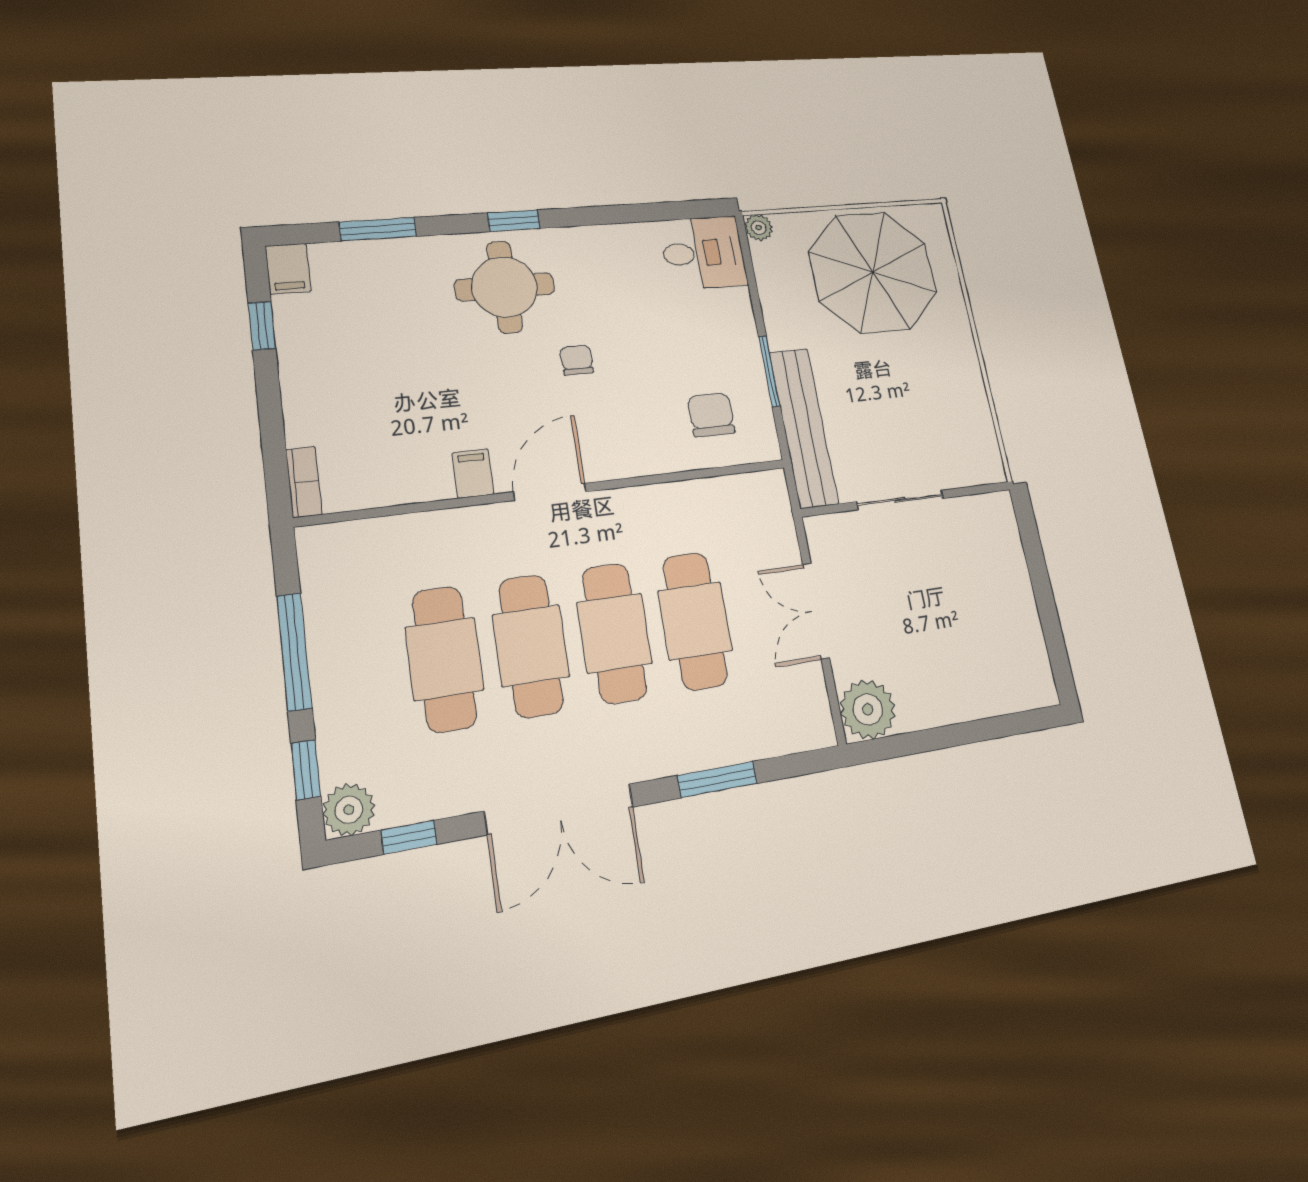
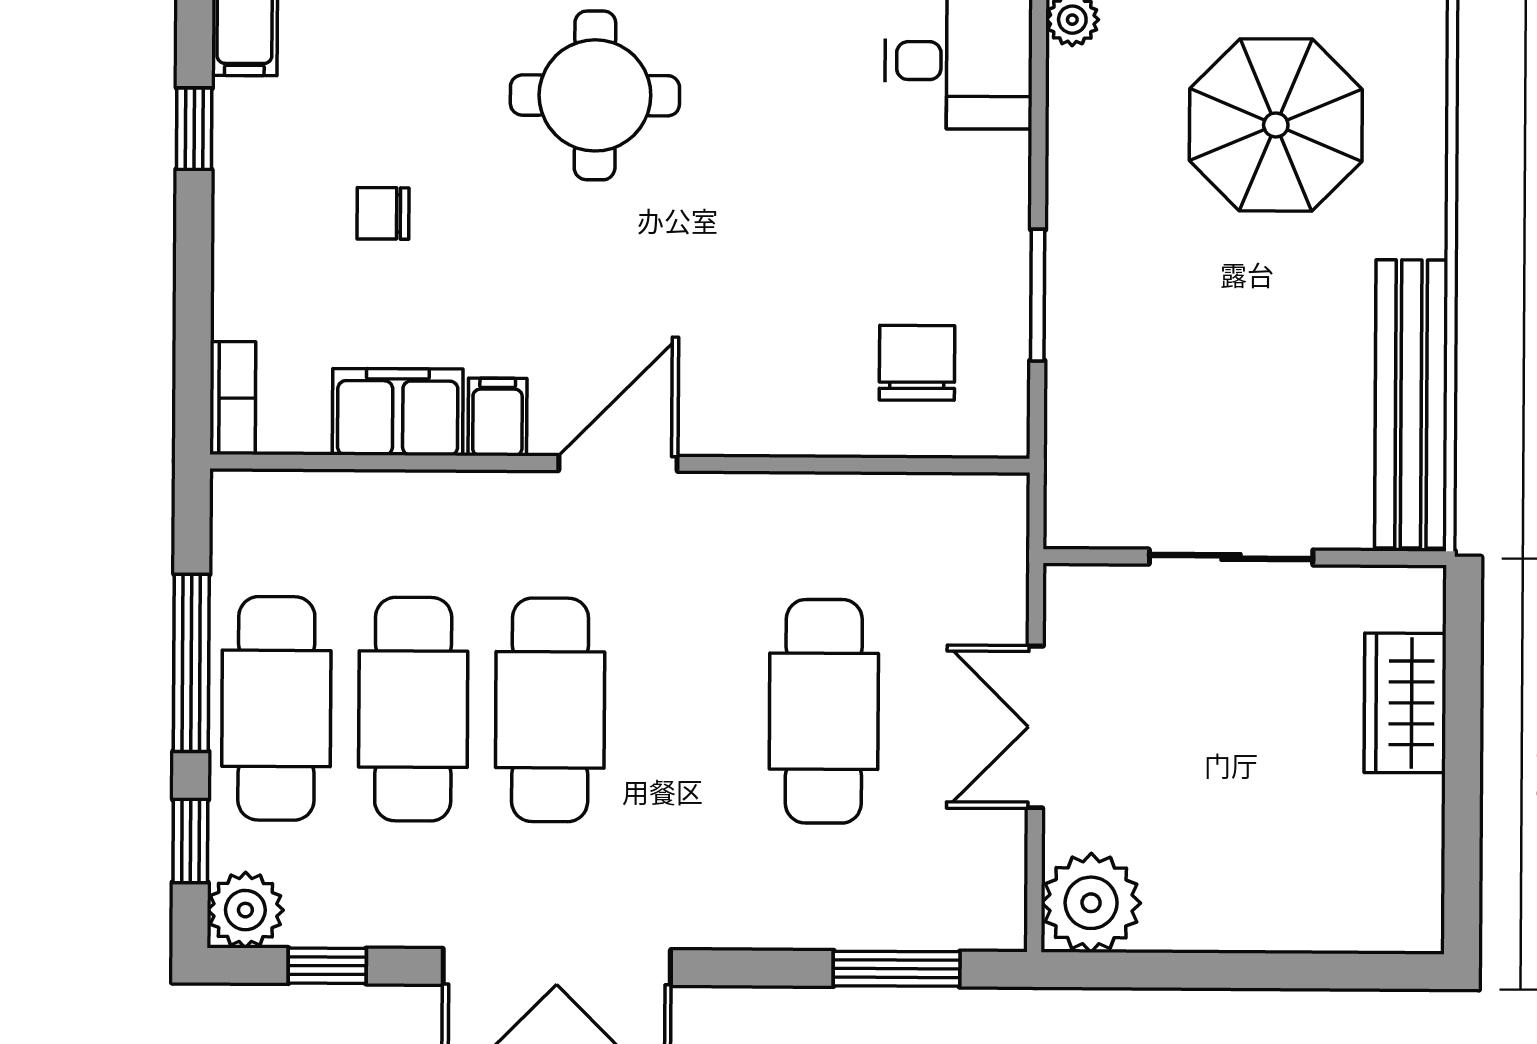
parasol: (873, 272) -> (1276, 125), width x0.73, depth x0.73
chair: (577, 360) -> (383, 213), moved, turned -90
bench: (804, 428) -> (1411, 404), moved
filing cabinet: (411, 478) -> (398, 412), added
wardrobe: (1007, 567) -> (1405, 703), added
cafe table: (614, 633) -> (276, 708), moved
window: (717, 780) -> (897, 969), moved

